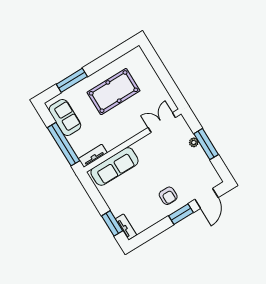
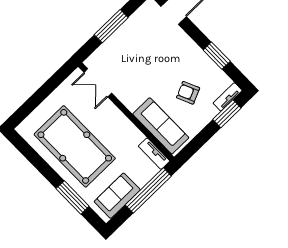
pool table: (114, 92) -> (75, 146), width x1.36, depth x1.32
plant: (194, 142) -> (113, 41), removed
armchair: (168, 196) -> (188, 93), moved, turned -114
window: (181, 214) -> (217, 56), moved

